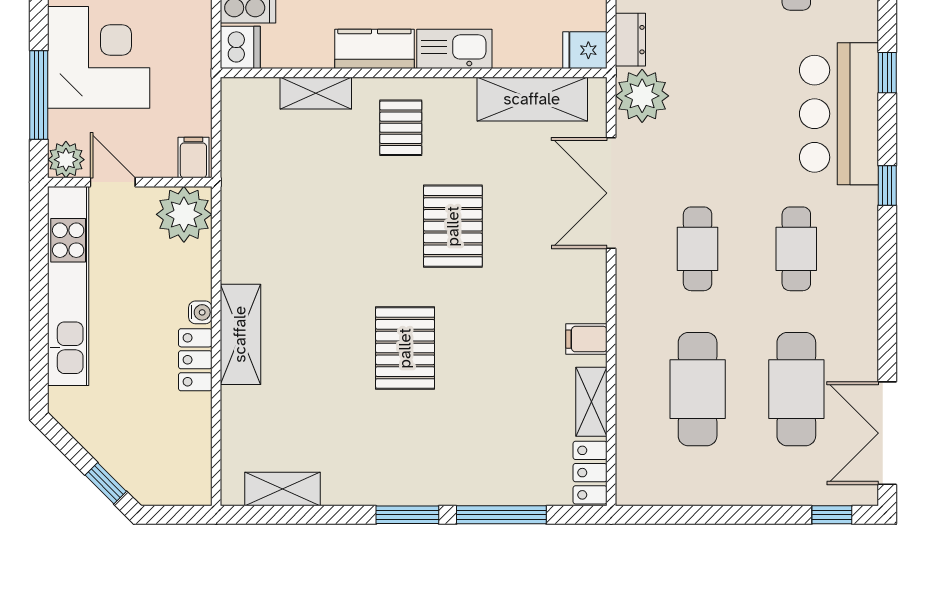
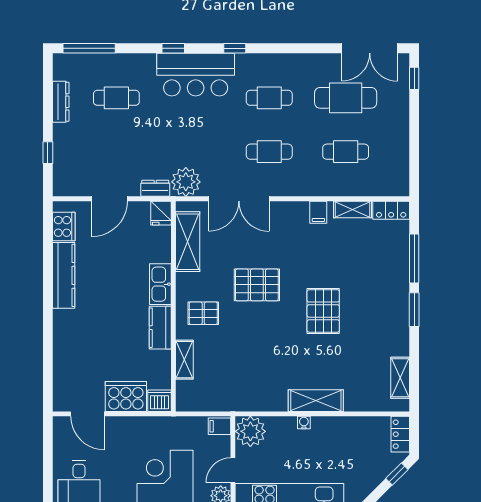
pallet: (405, 348) -> (323, 311), turned 90
locker: (195, 360) -> (400, 434), moved, turned 90
cafe table: (698, 389) -> (346, 152), width x0.73, depth x0.74

